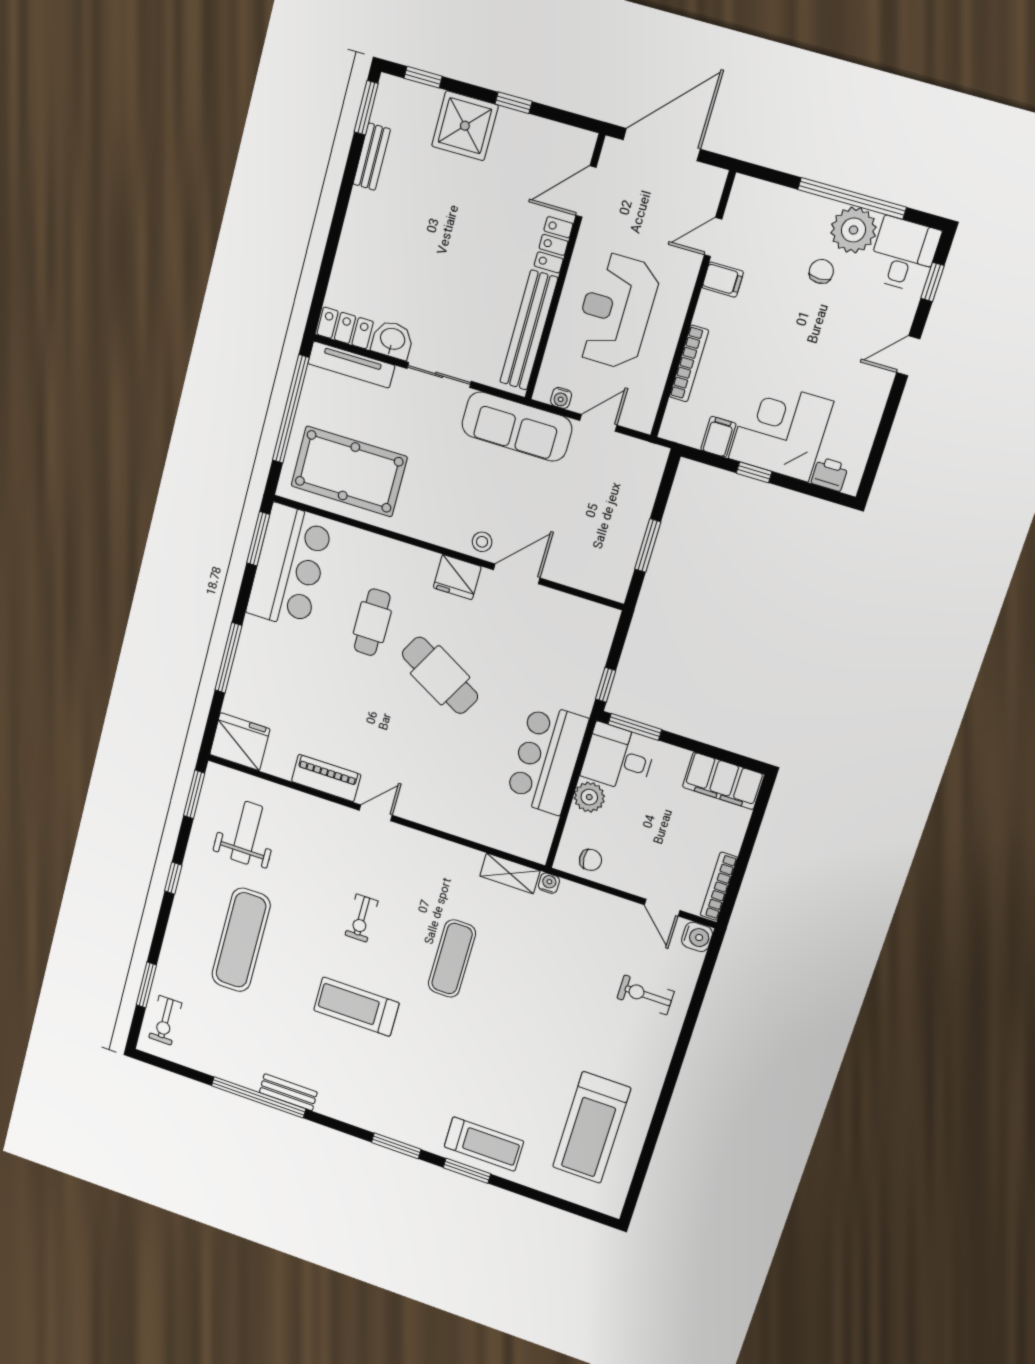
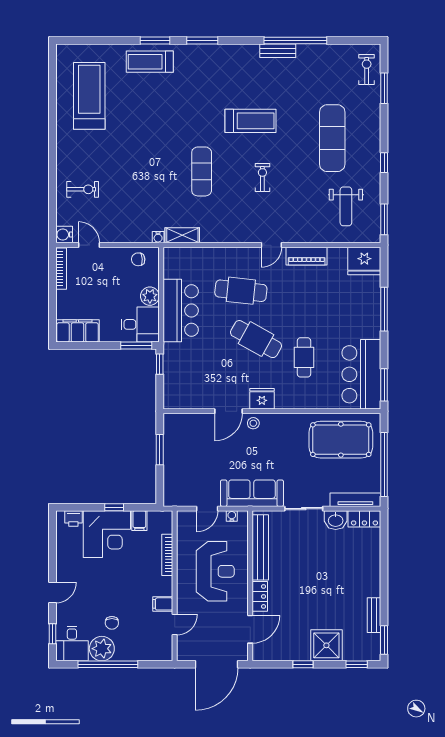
cafe table: (443, 758) -> (241, 291), added

